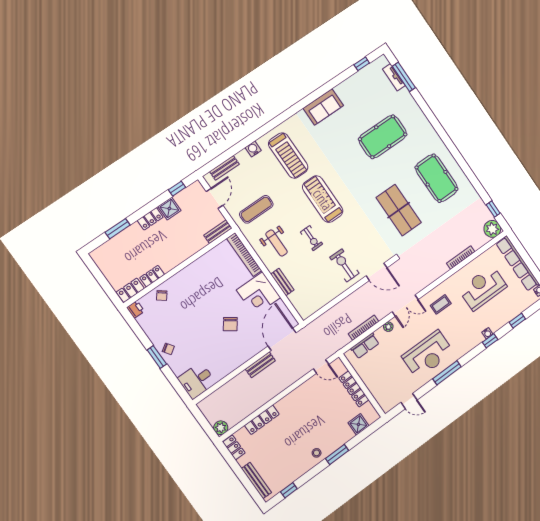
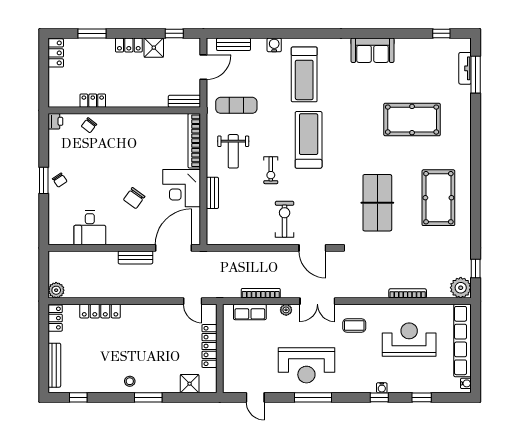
locker: (130, 290) -> (56, 53), moved, turned 90
desk: (197, 381) -> (90, 228), moved, turned -90

